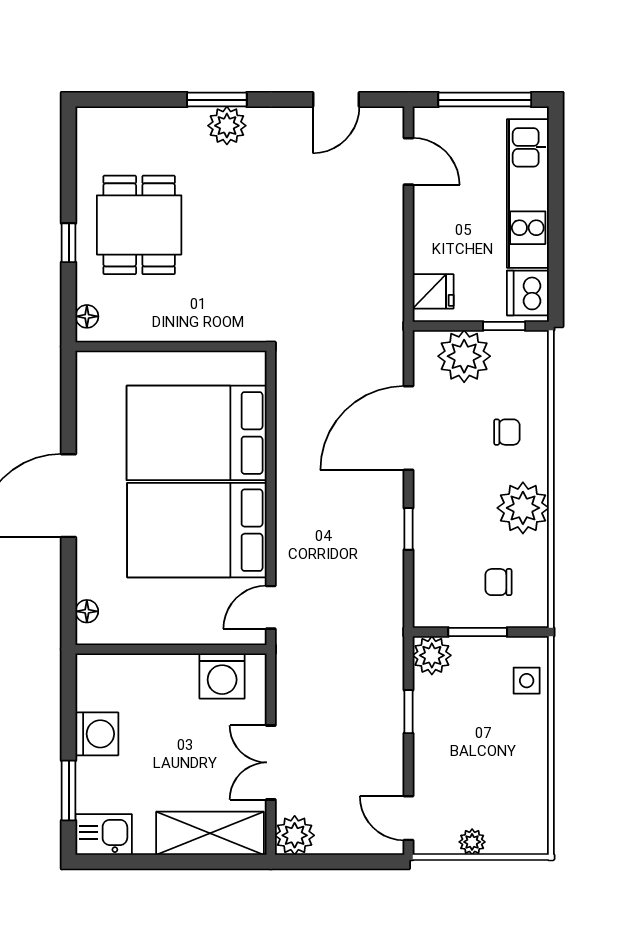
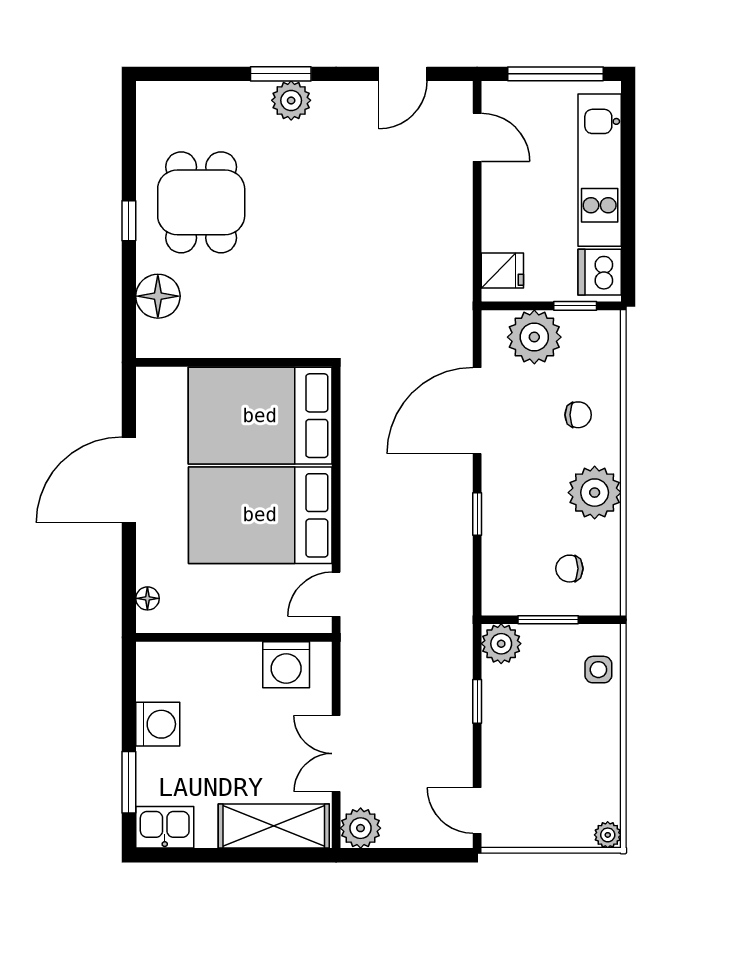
floor lamp: (87, 316) -> (158, 296), width x1.89, depth x1.89
wall: (171, 347) -> (234, 362), moved
plant: (472, 842) -> (608, 835), moved

